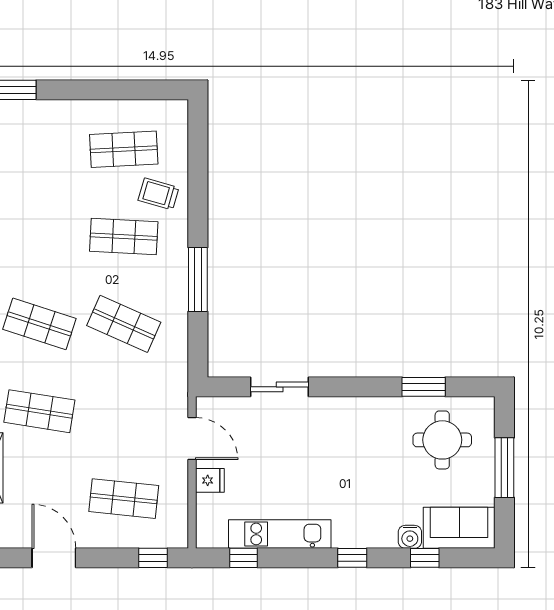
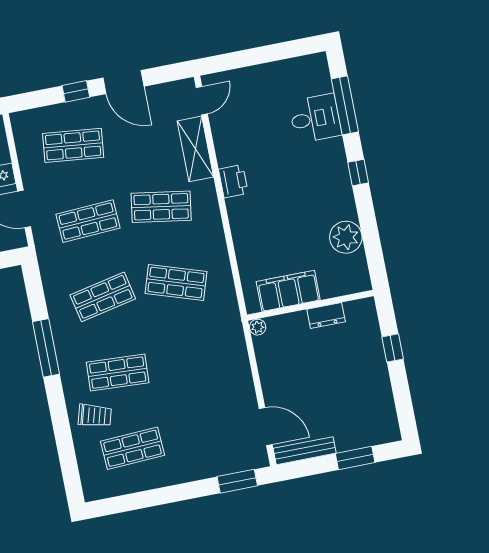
shop shelf: (124, 324) -> (103, 297), turned -36
shop shelf: (124, 411) -> (88, 221), added
window: (153, 558) -> (76, 91), moved

